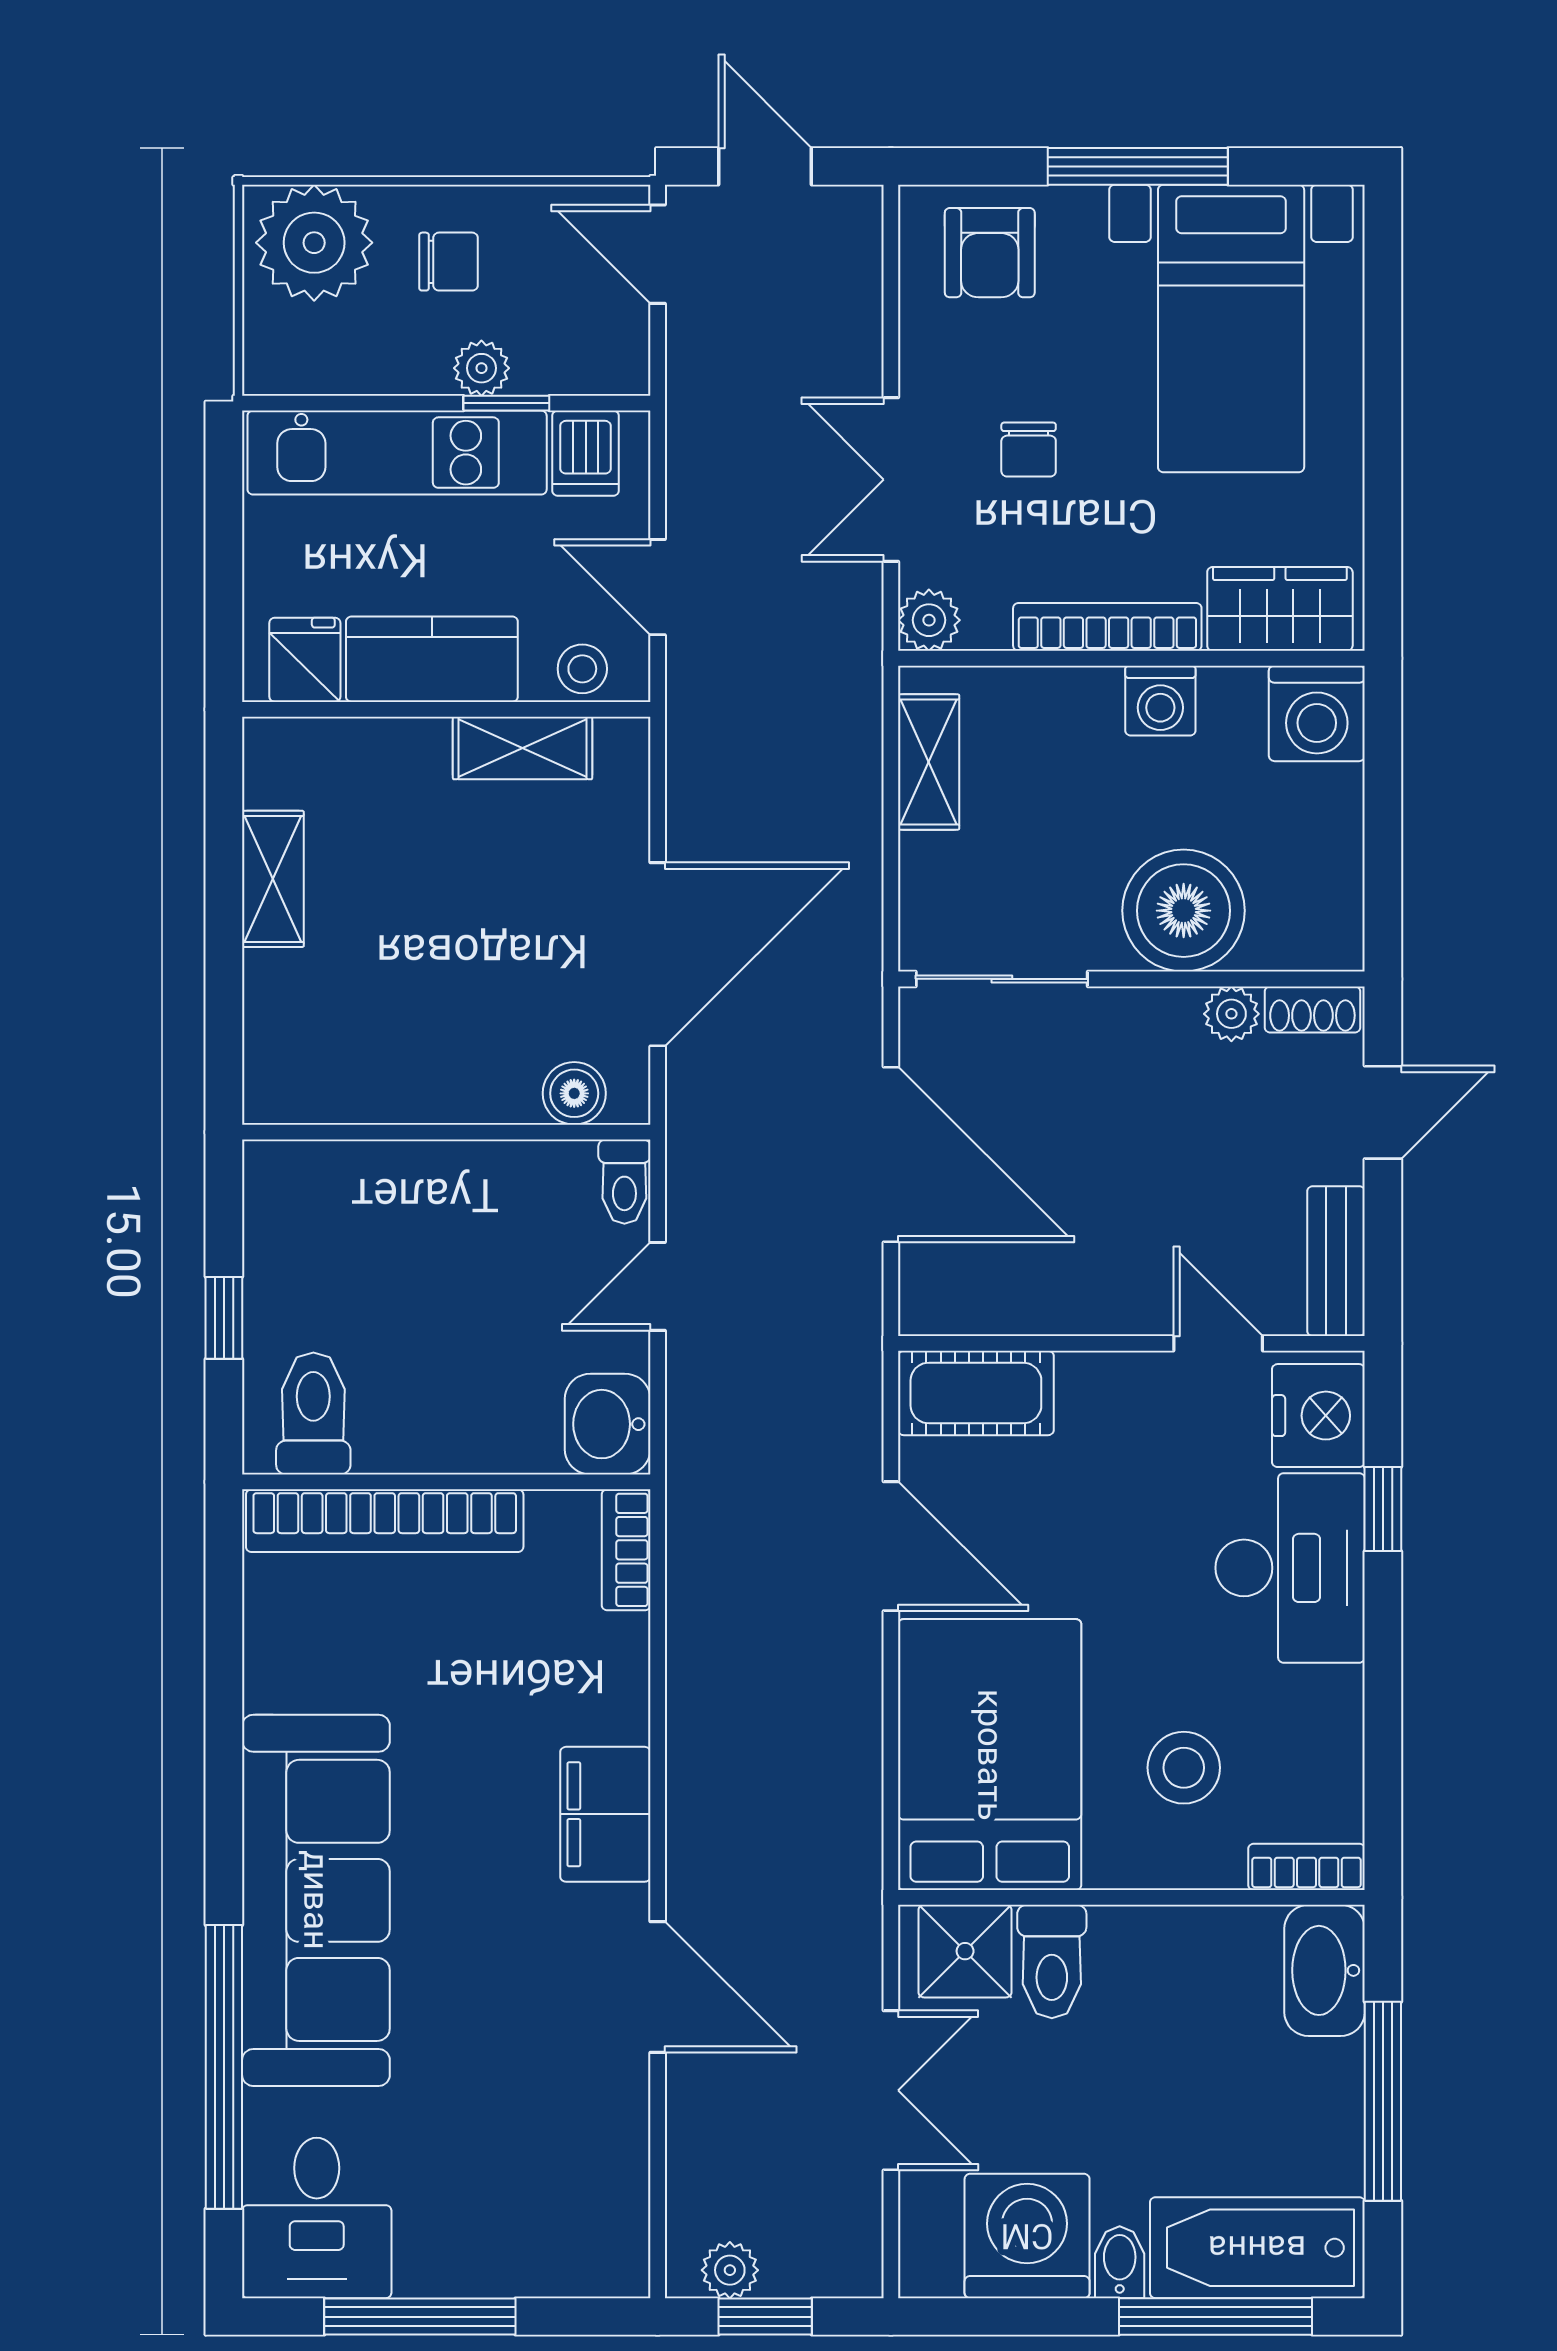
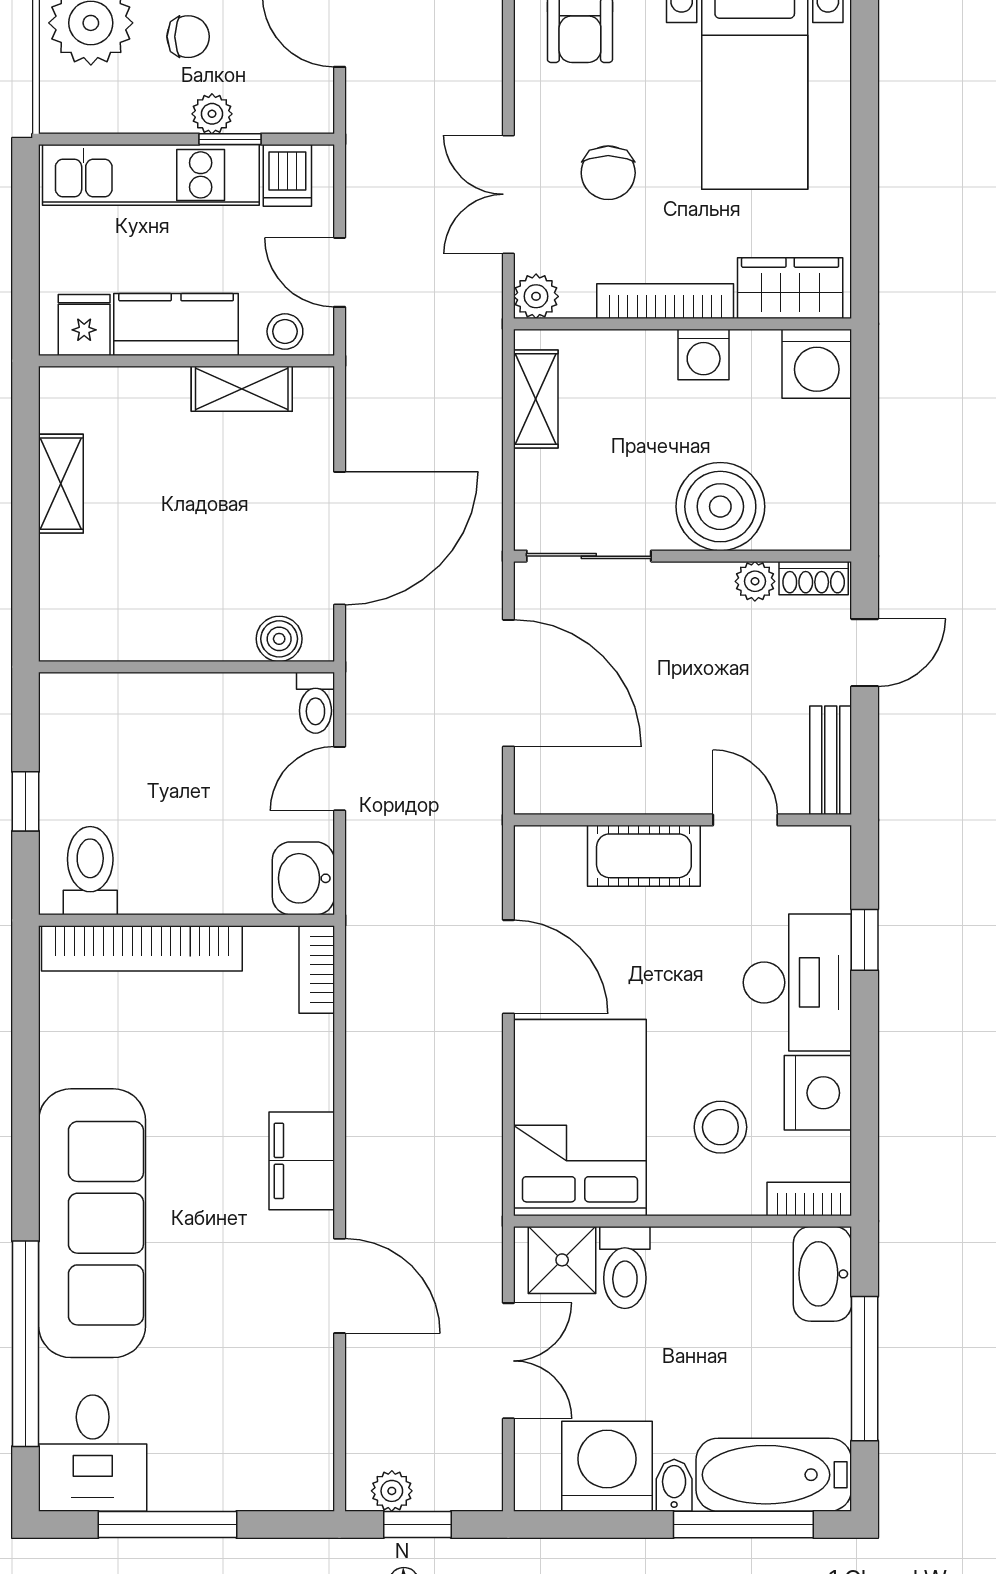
chair: (1029, 450) -> (608, 173), width x1.37, depth x1.37
cot: (976, 1393) -> (644, 856), moved
nightstand: (1318, 1416) -> (818, 1093), moved

